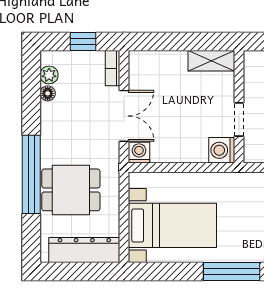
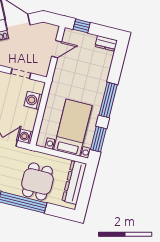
washing machine: (222, 150) -> (33, 100), moved, turned 90
window: (164, 271) -> (98, 139), added

